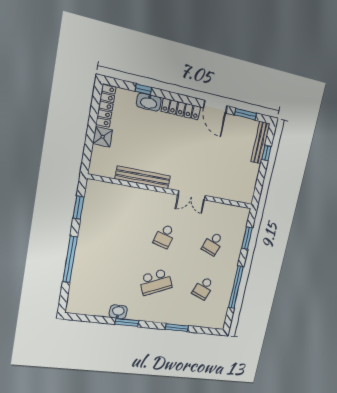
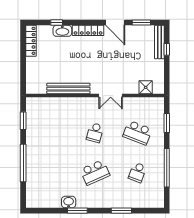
shower: (103, 137) -> (146, 87), moved
school desk: (213, 244) -> (137, 133), width x1.85

